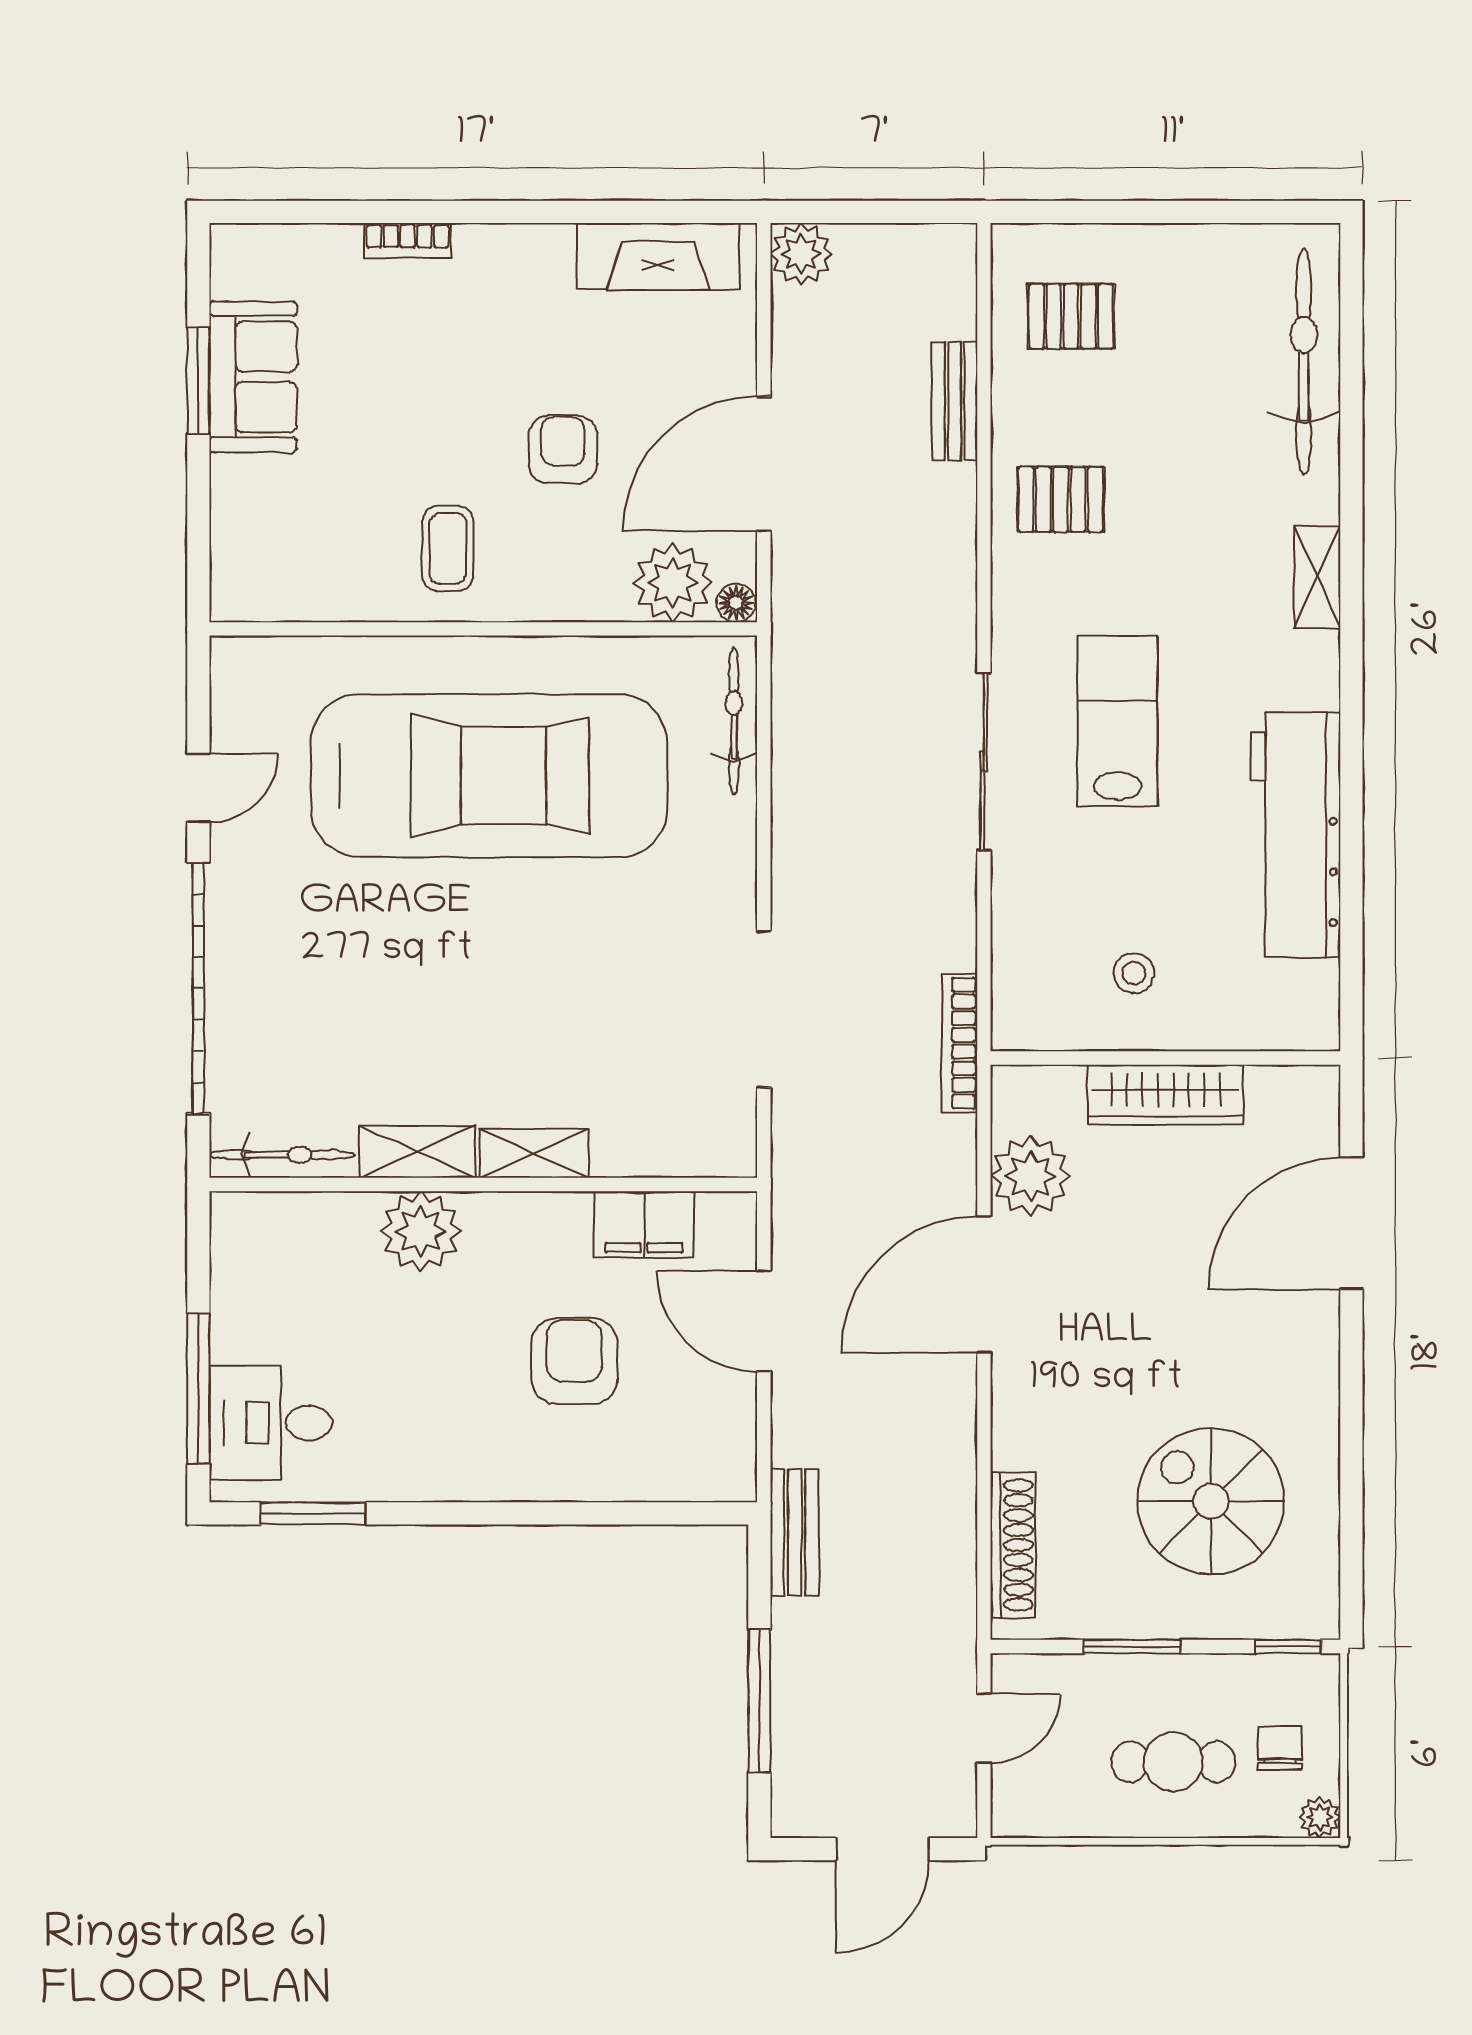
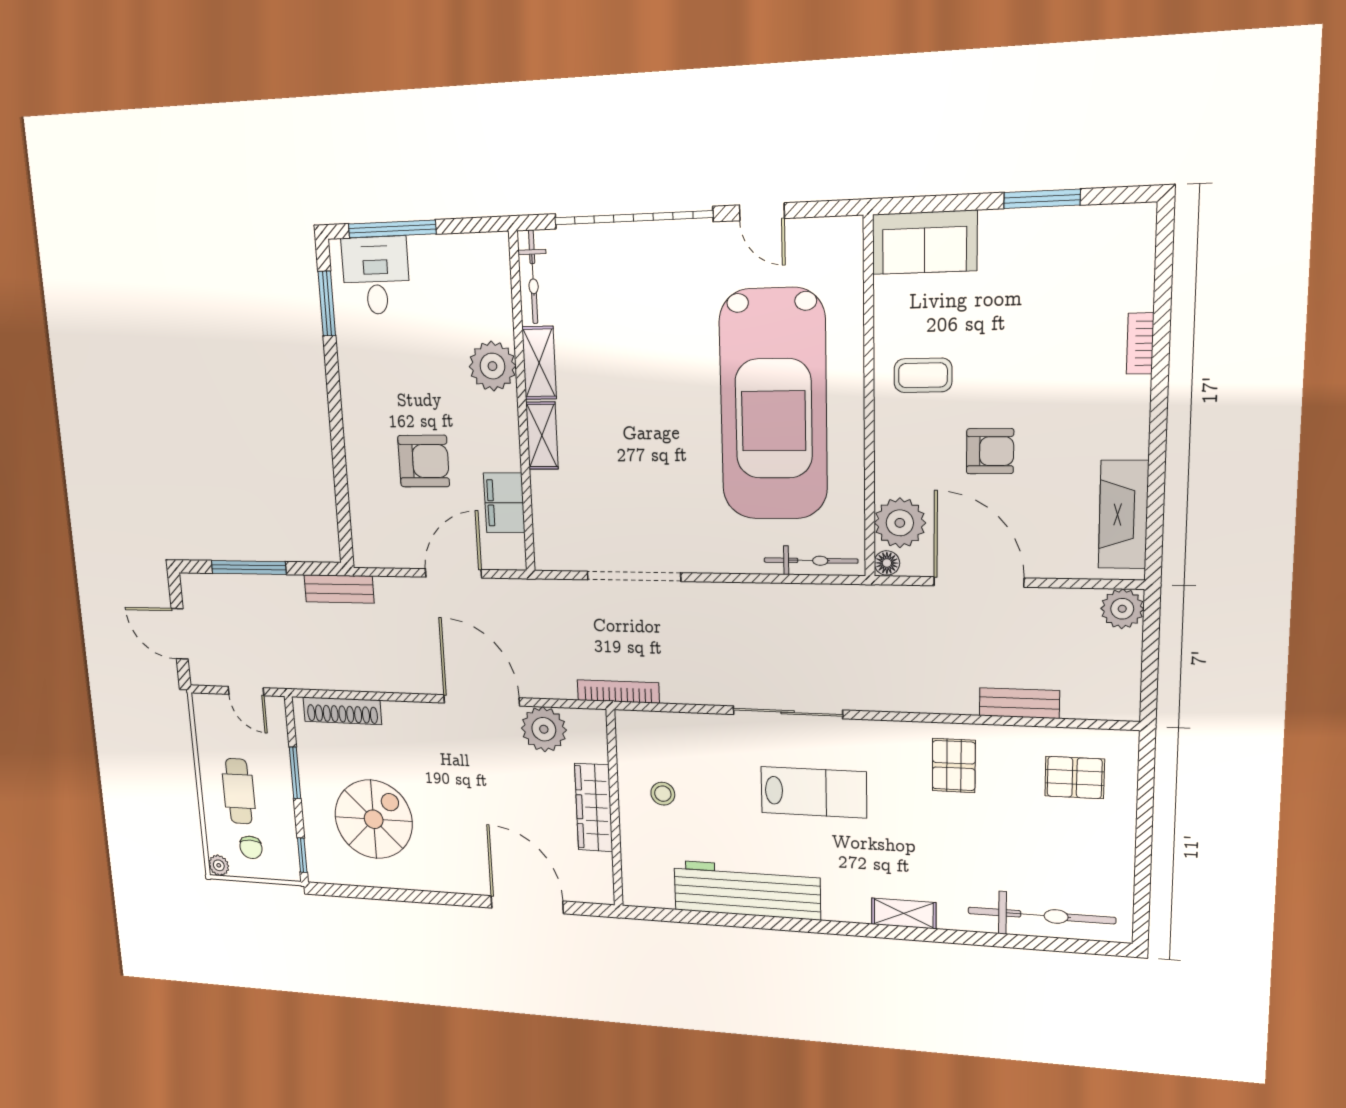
pallet: (1071, 316) -> (1075, 778), turned 90
sofa: (253, 377) -> (924, 242), moved
chair: (1280, 1748) -> (251, 847), turned 90

